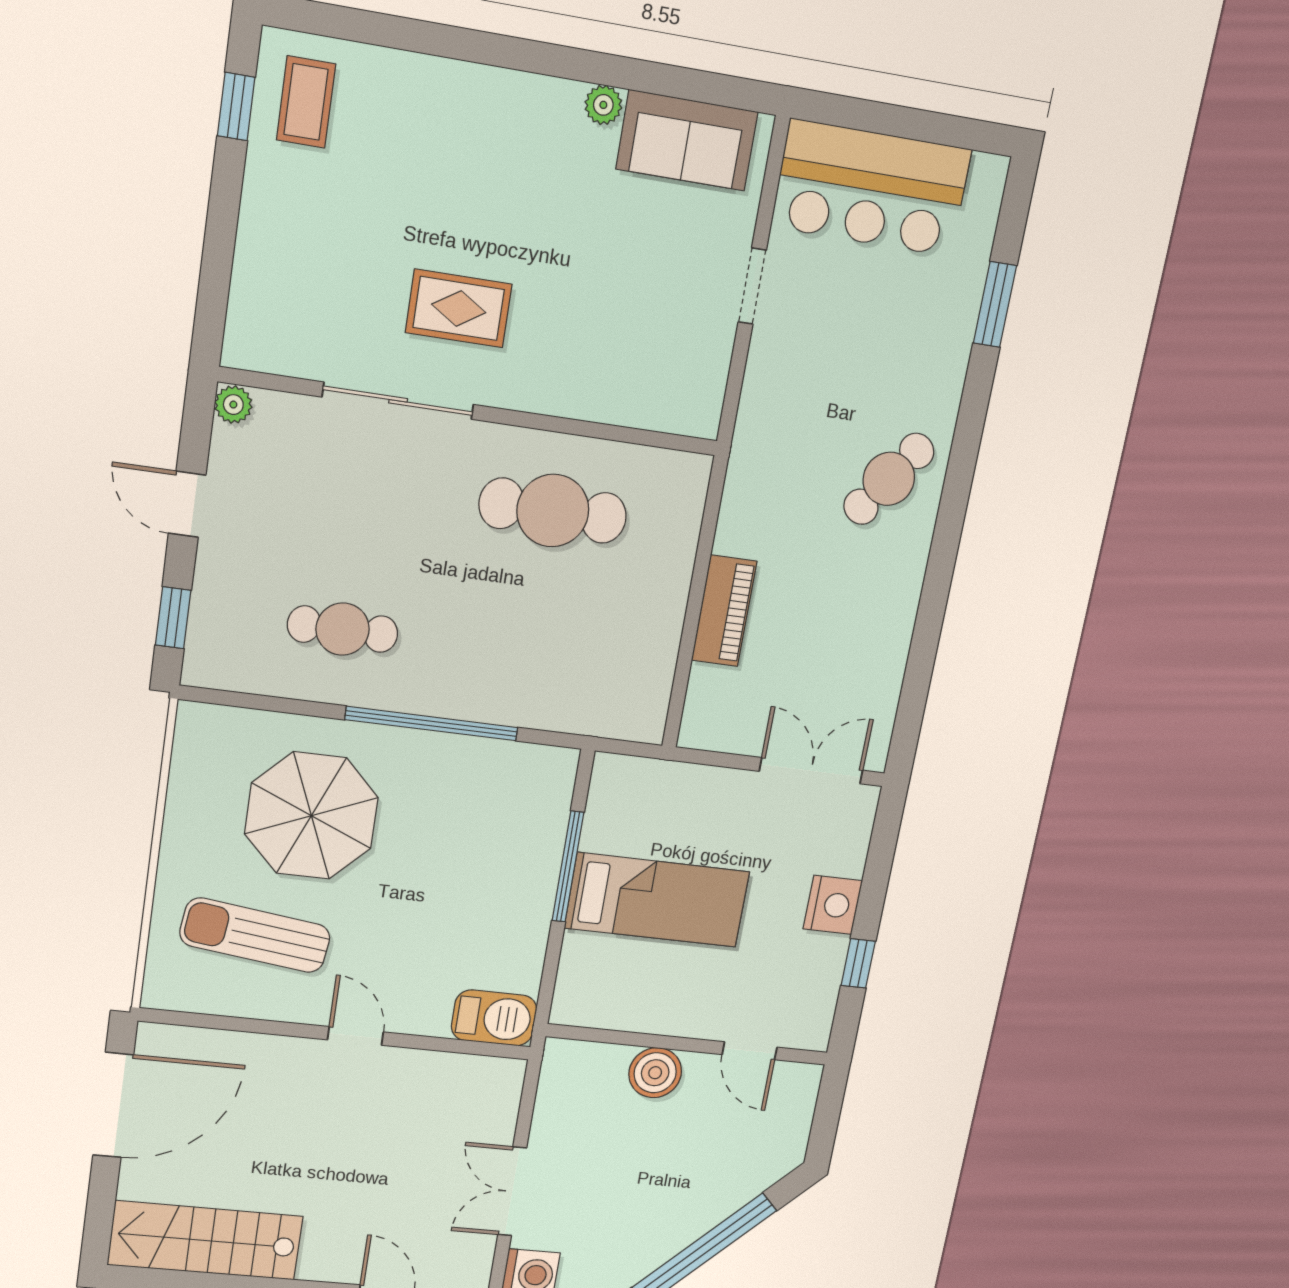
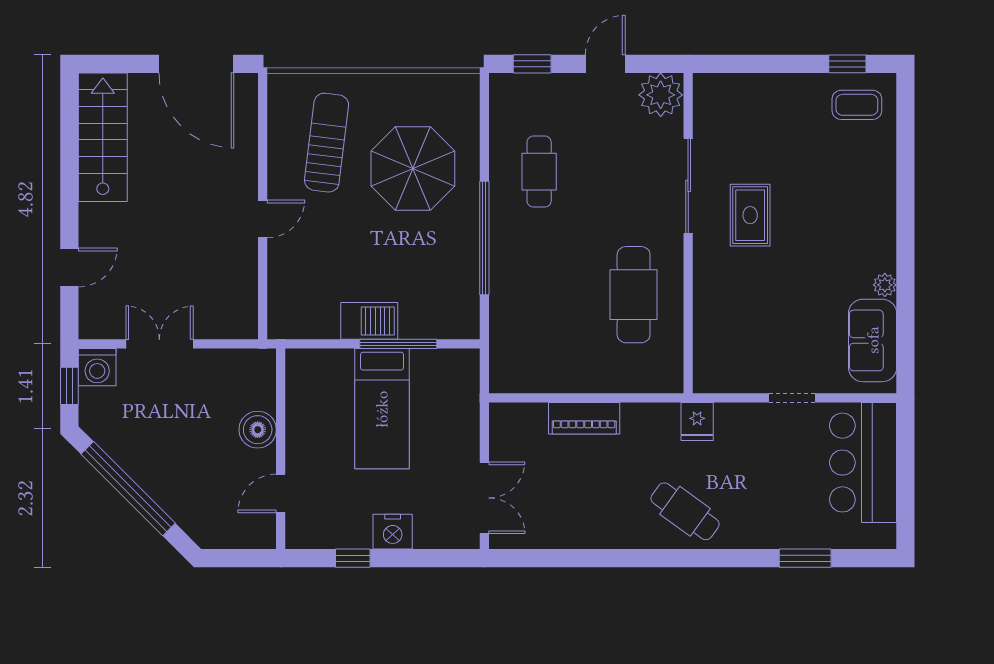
plant: (233, 405) -> (661, 95), width x1.87, depth x1.87
fridge: (760, 441) -> (697, 422), added
barbecue: (494, 1018) -> (369, 321), moved, turned -90

